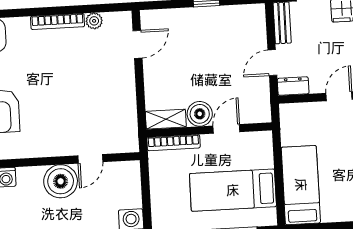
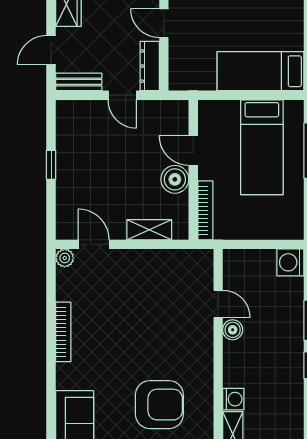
plant: (94, 21) -> (65, 258), moved
dresser: (293, 86) -> (150, 66), width x1.44
shelving: (166, 119) -> (149, 230), moved, turned 90
boiler: (61, 181) -> (233, 330), width x0.54, depth x0.54

